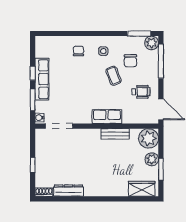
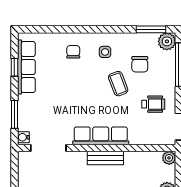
window: (33, 73) -> (14, 67), moved
row of seats: (42, 79) -> (26, 67), moved
row of seats: (107, 117) -> (101, 136), width x1.48
bench: (115, 134) -> (105, 158), moved
plant: (149, 138) -> (169, 158), width x0.53, depth x0.53

